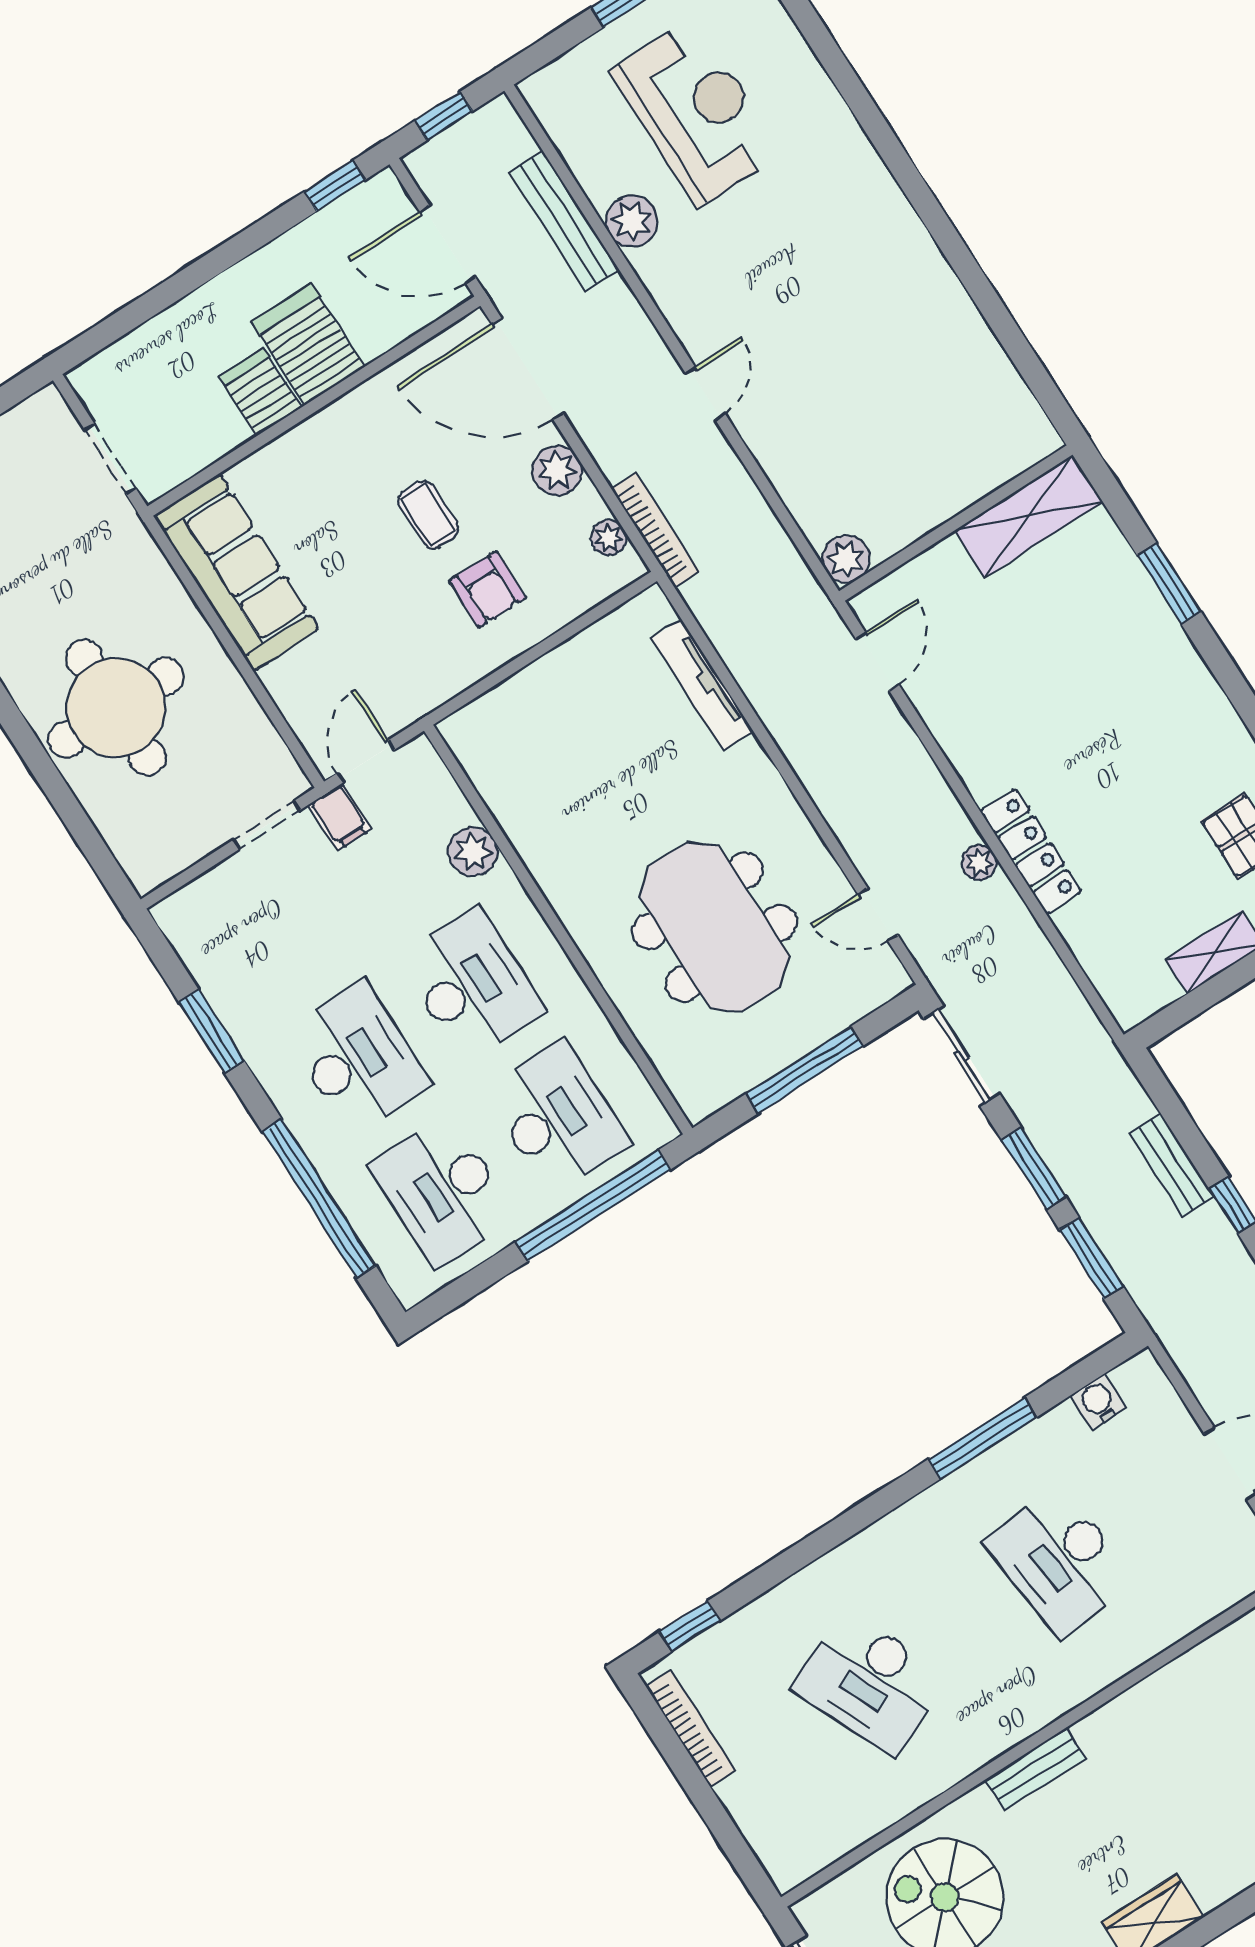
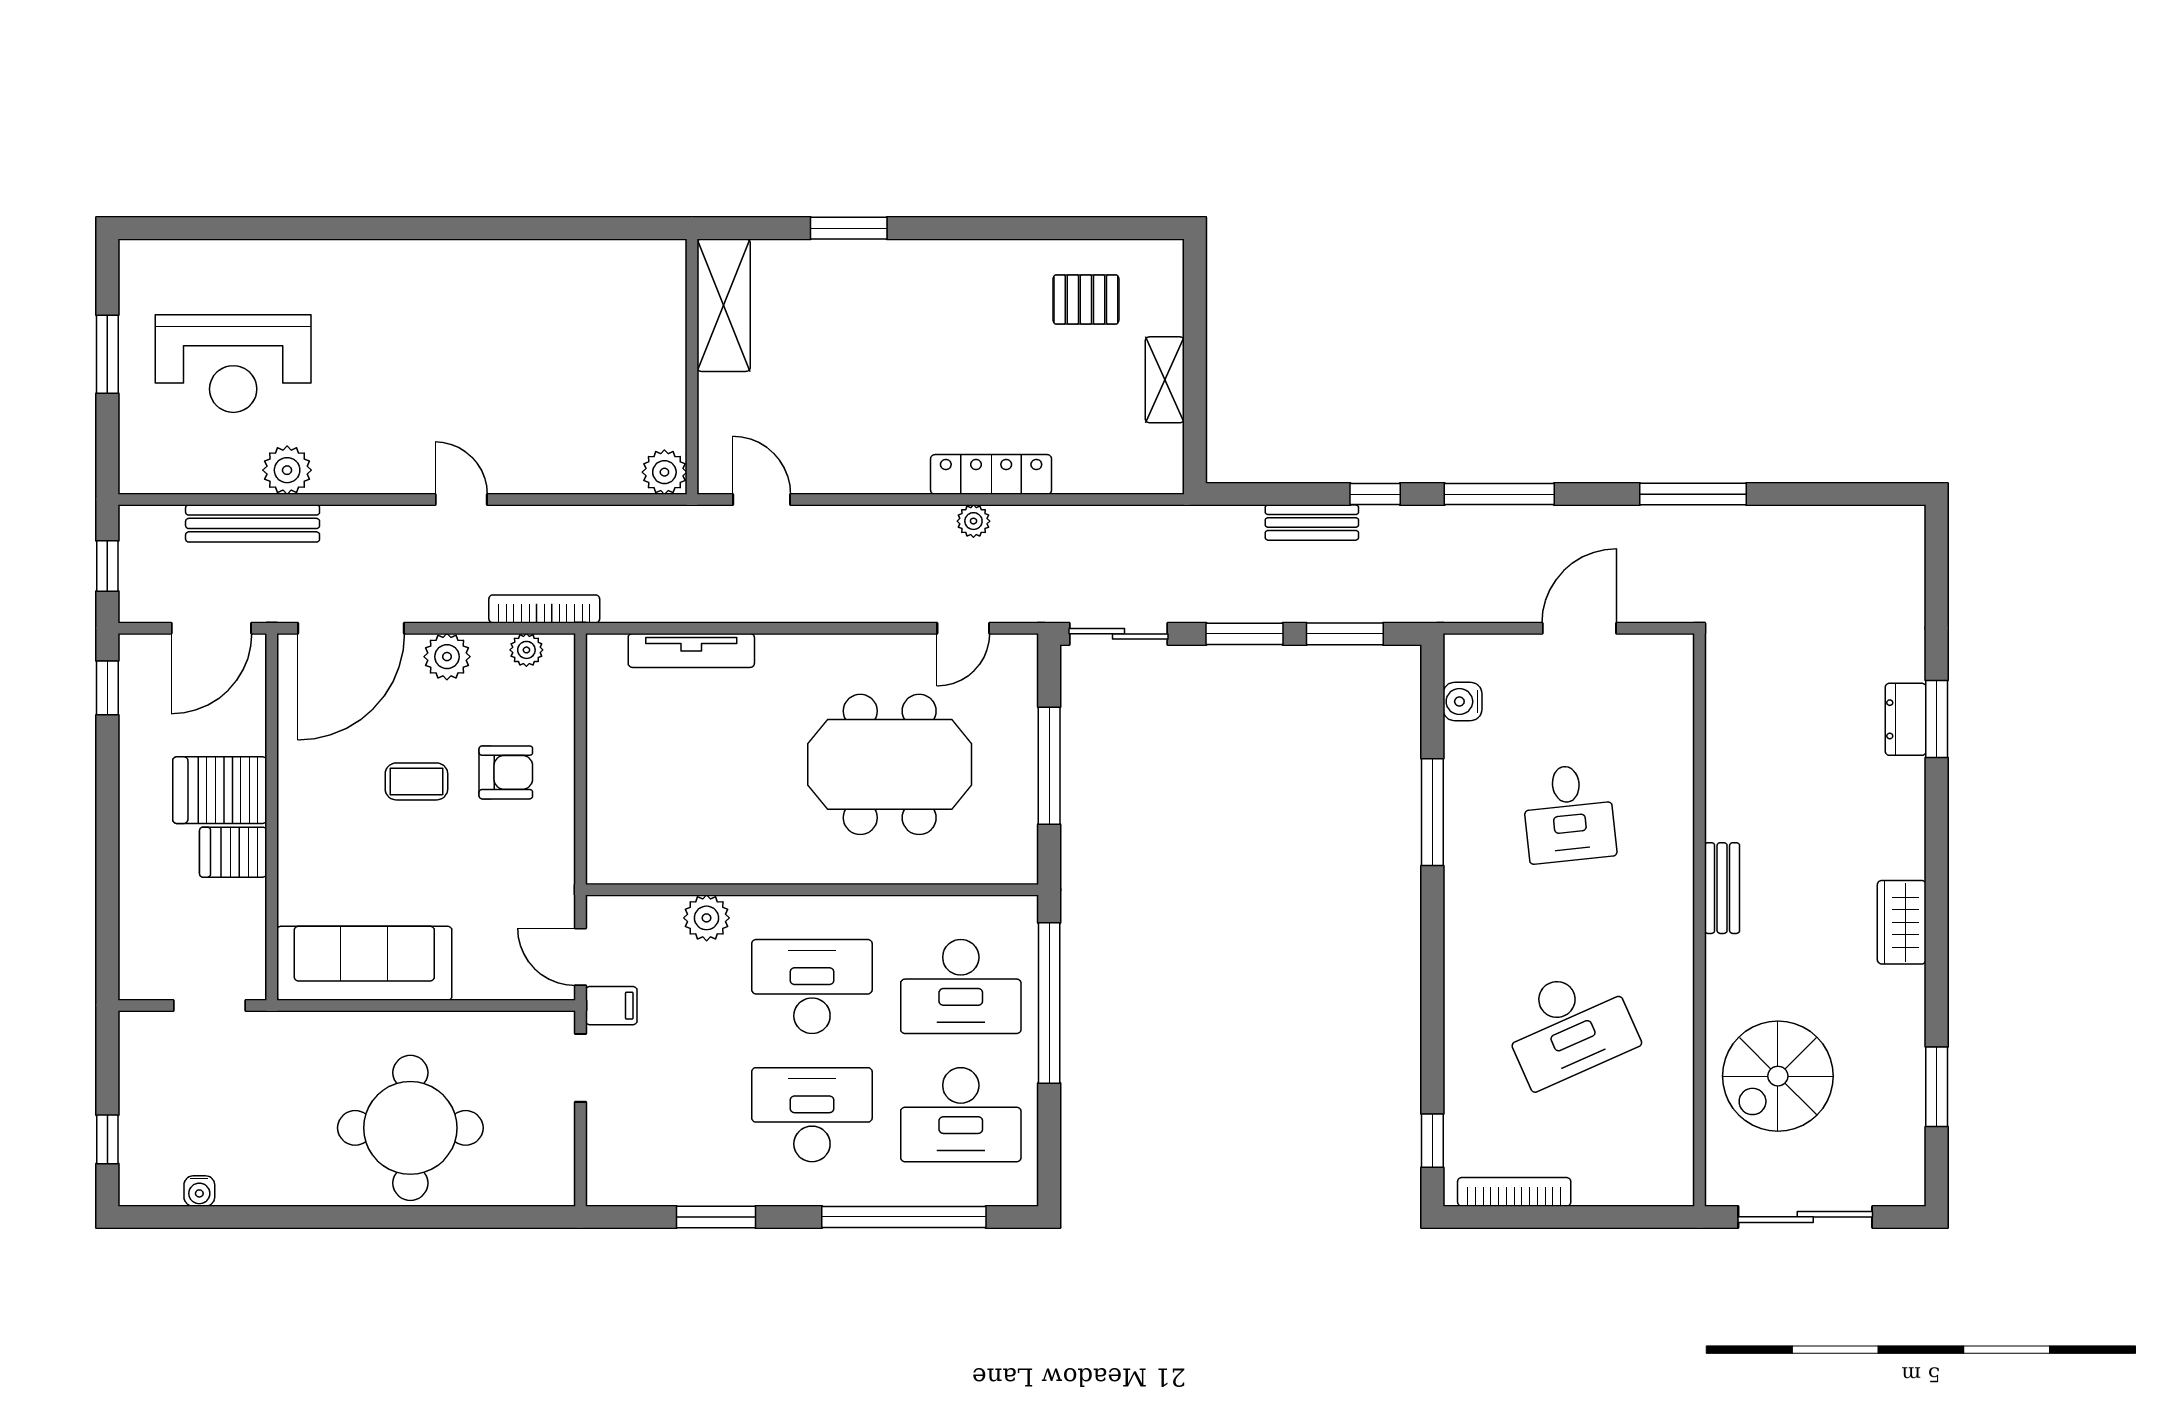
reception desk: (696, 112) -> (233, 364), turned 180
desk: (557, 1118) -> (961, 987), turned 180
desk: (1059, 1561) -> (1569, 813), width x0.73
bench: (1035, 1769) -> (1722, 888), moved

